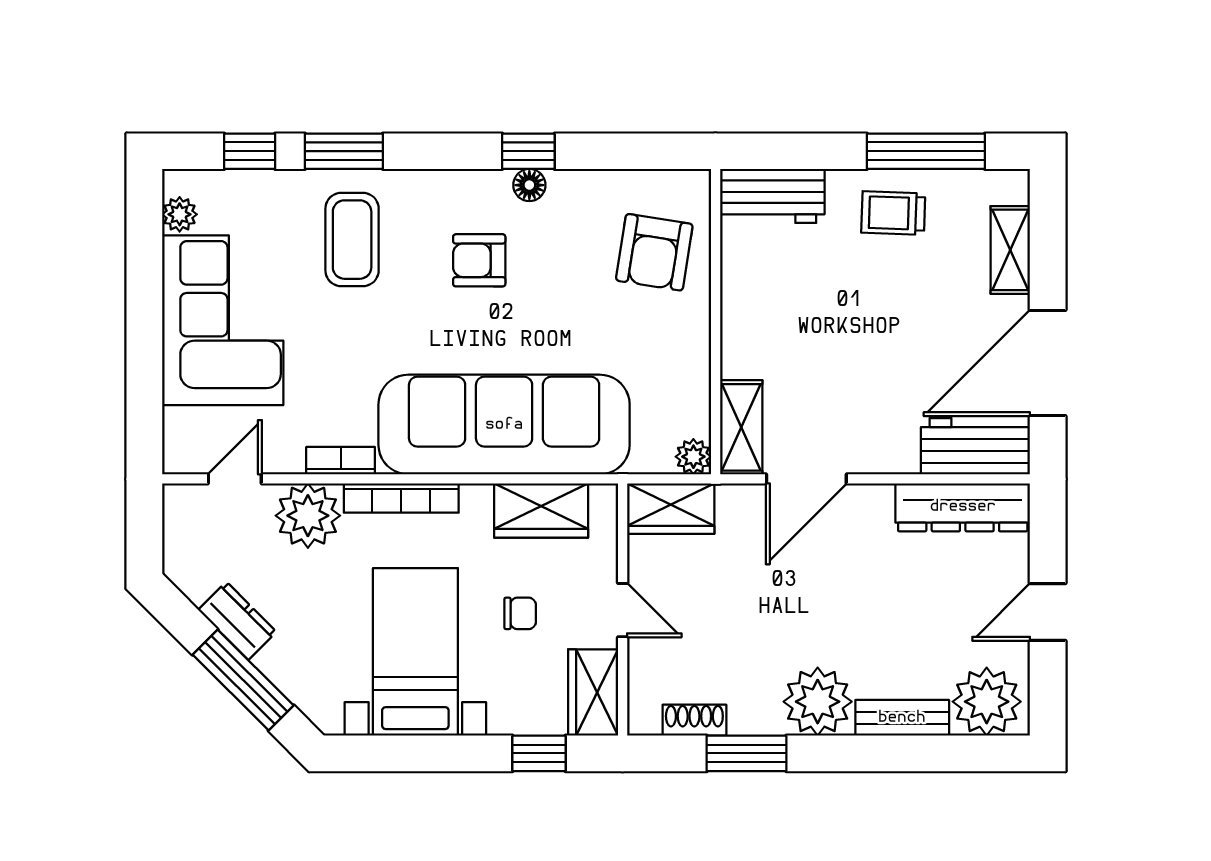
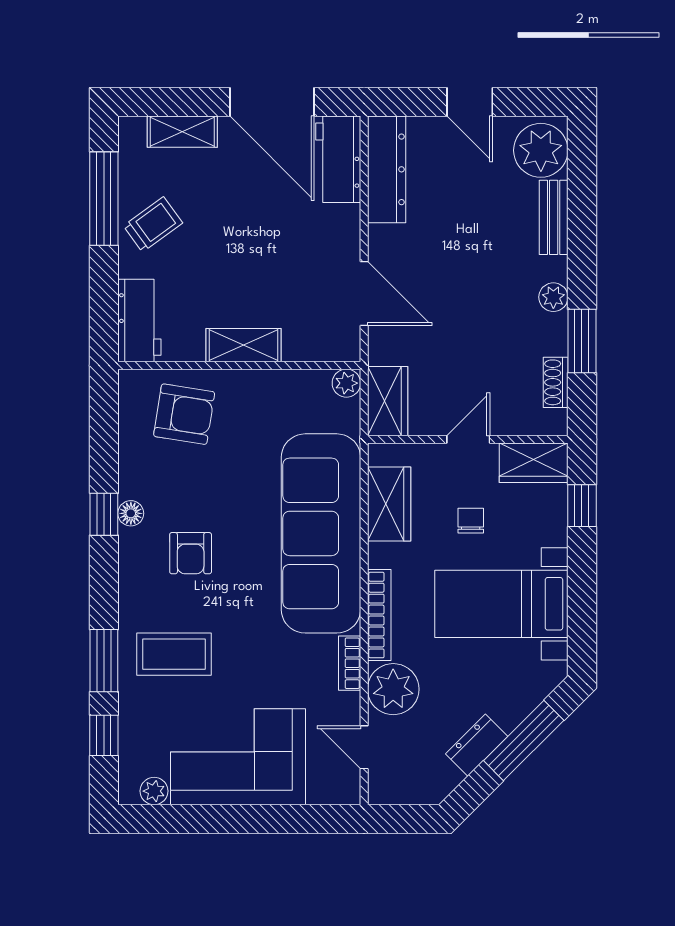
trolley: (893, 213) -> (153, 224), turned -128
shelving: (741, 427) -> (244, 345), moved
plant: (818, 702) -> (553, 297), width x0.53, depth x0.53

